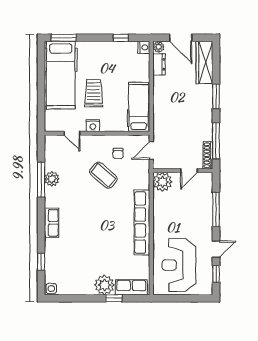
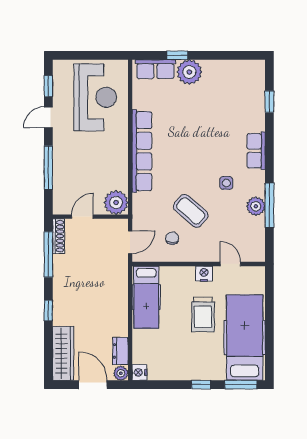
window: (121, 38) -> (201, 385), moved
window: (216, 96) -> (48, 310), width x0.67
side table: (51, 289) -> (226, 183), moved

